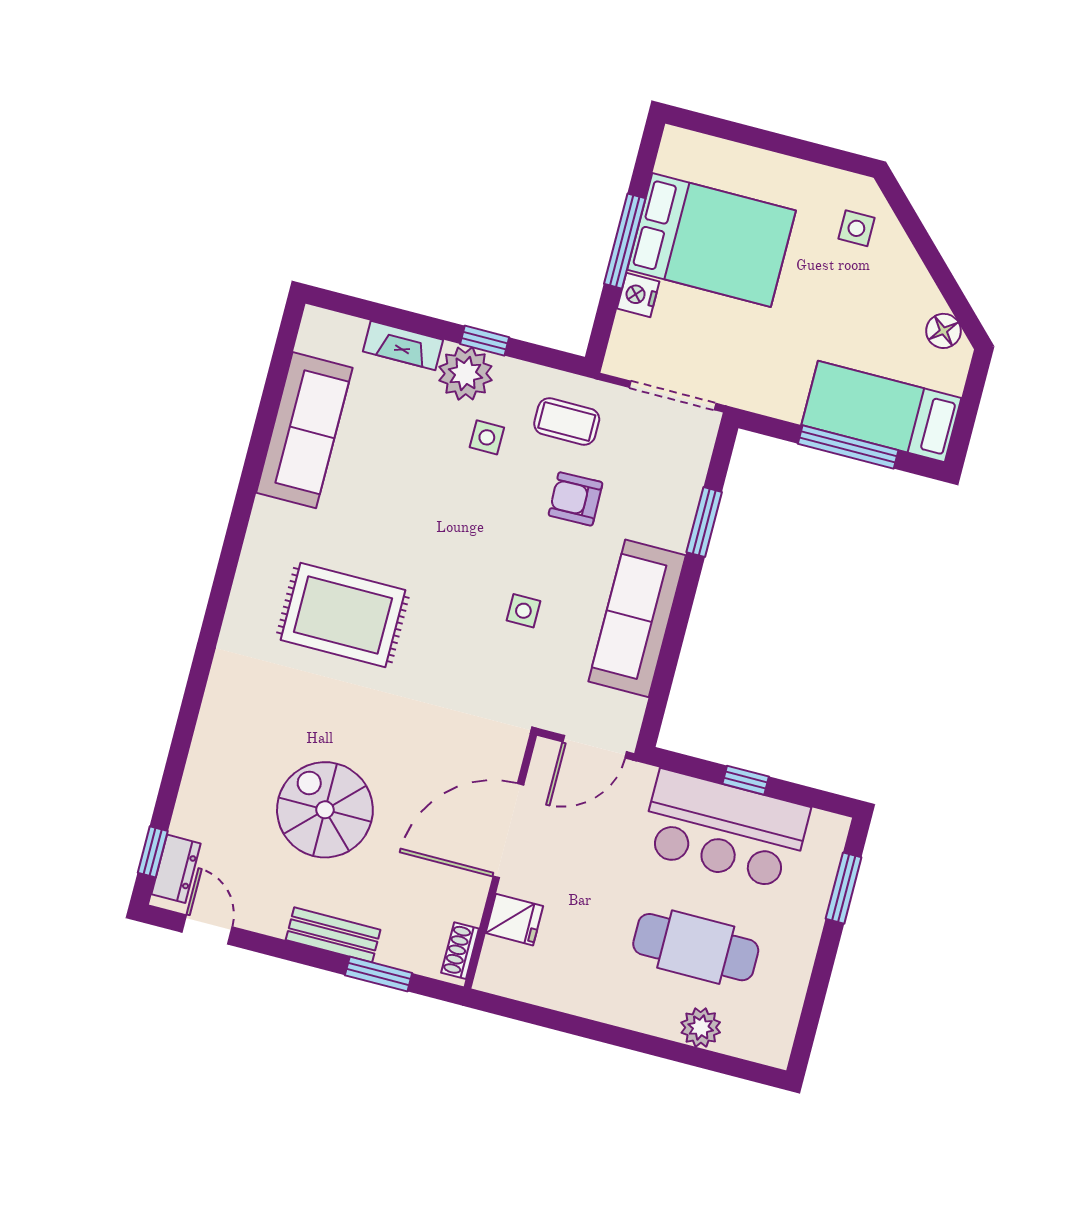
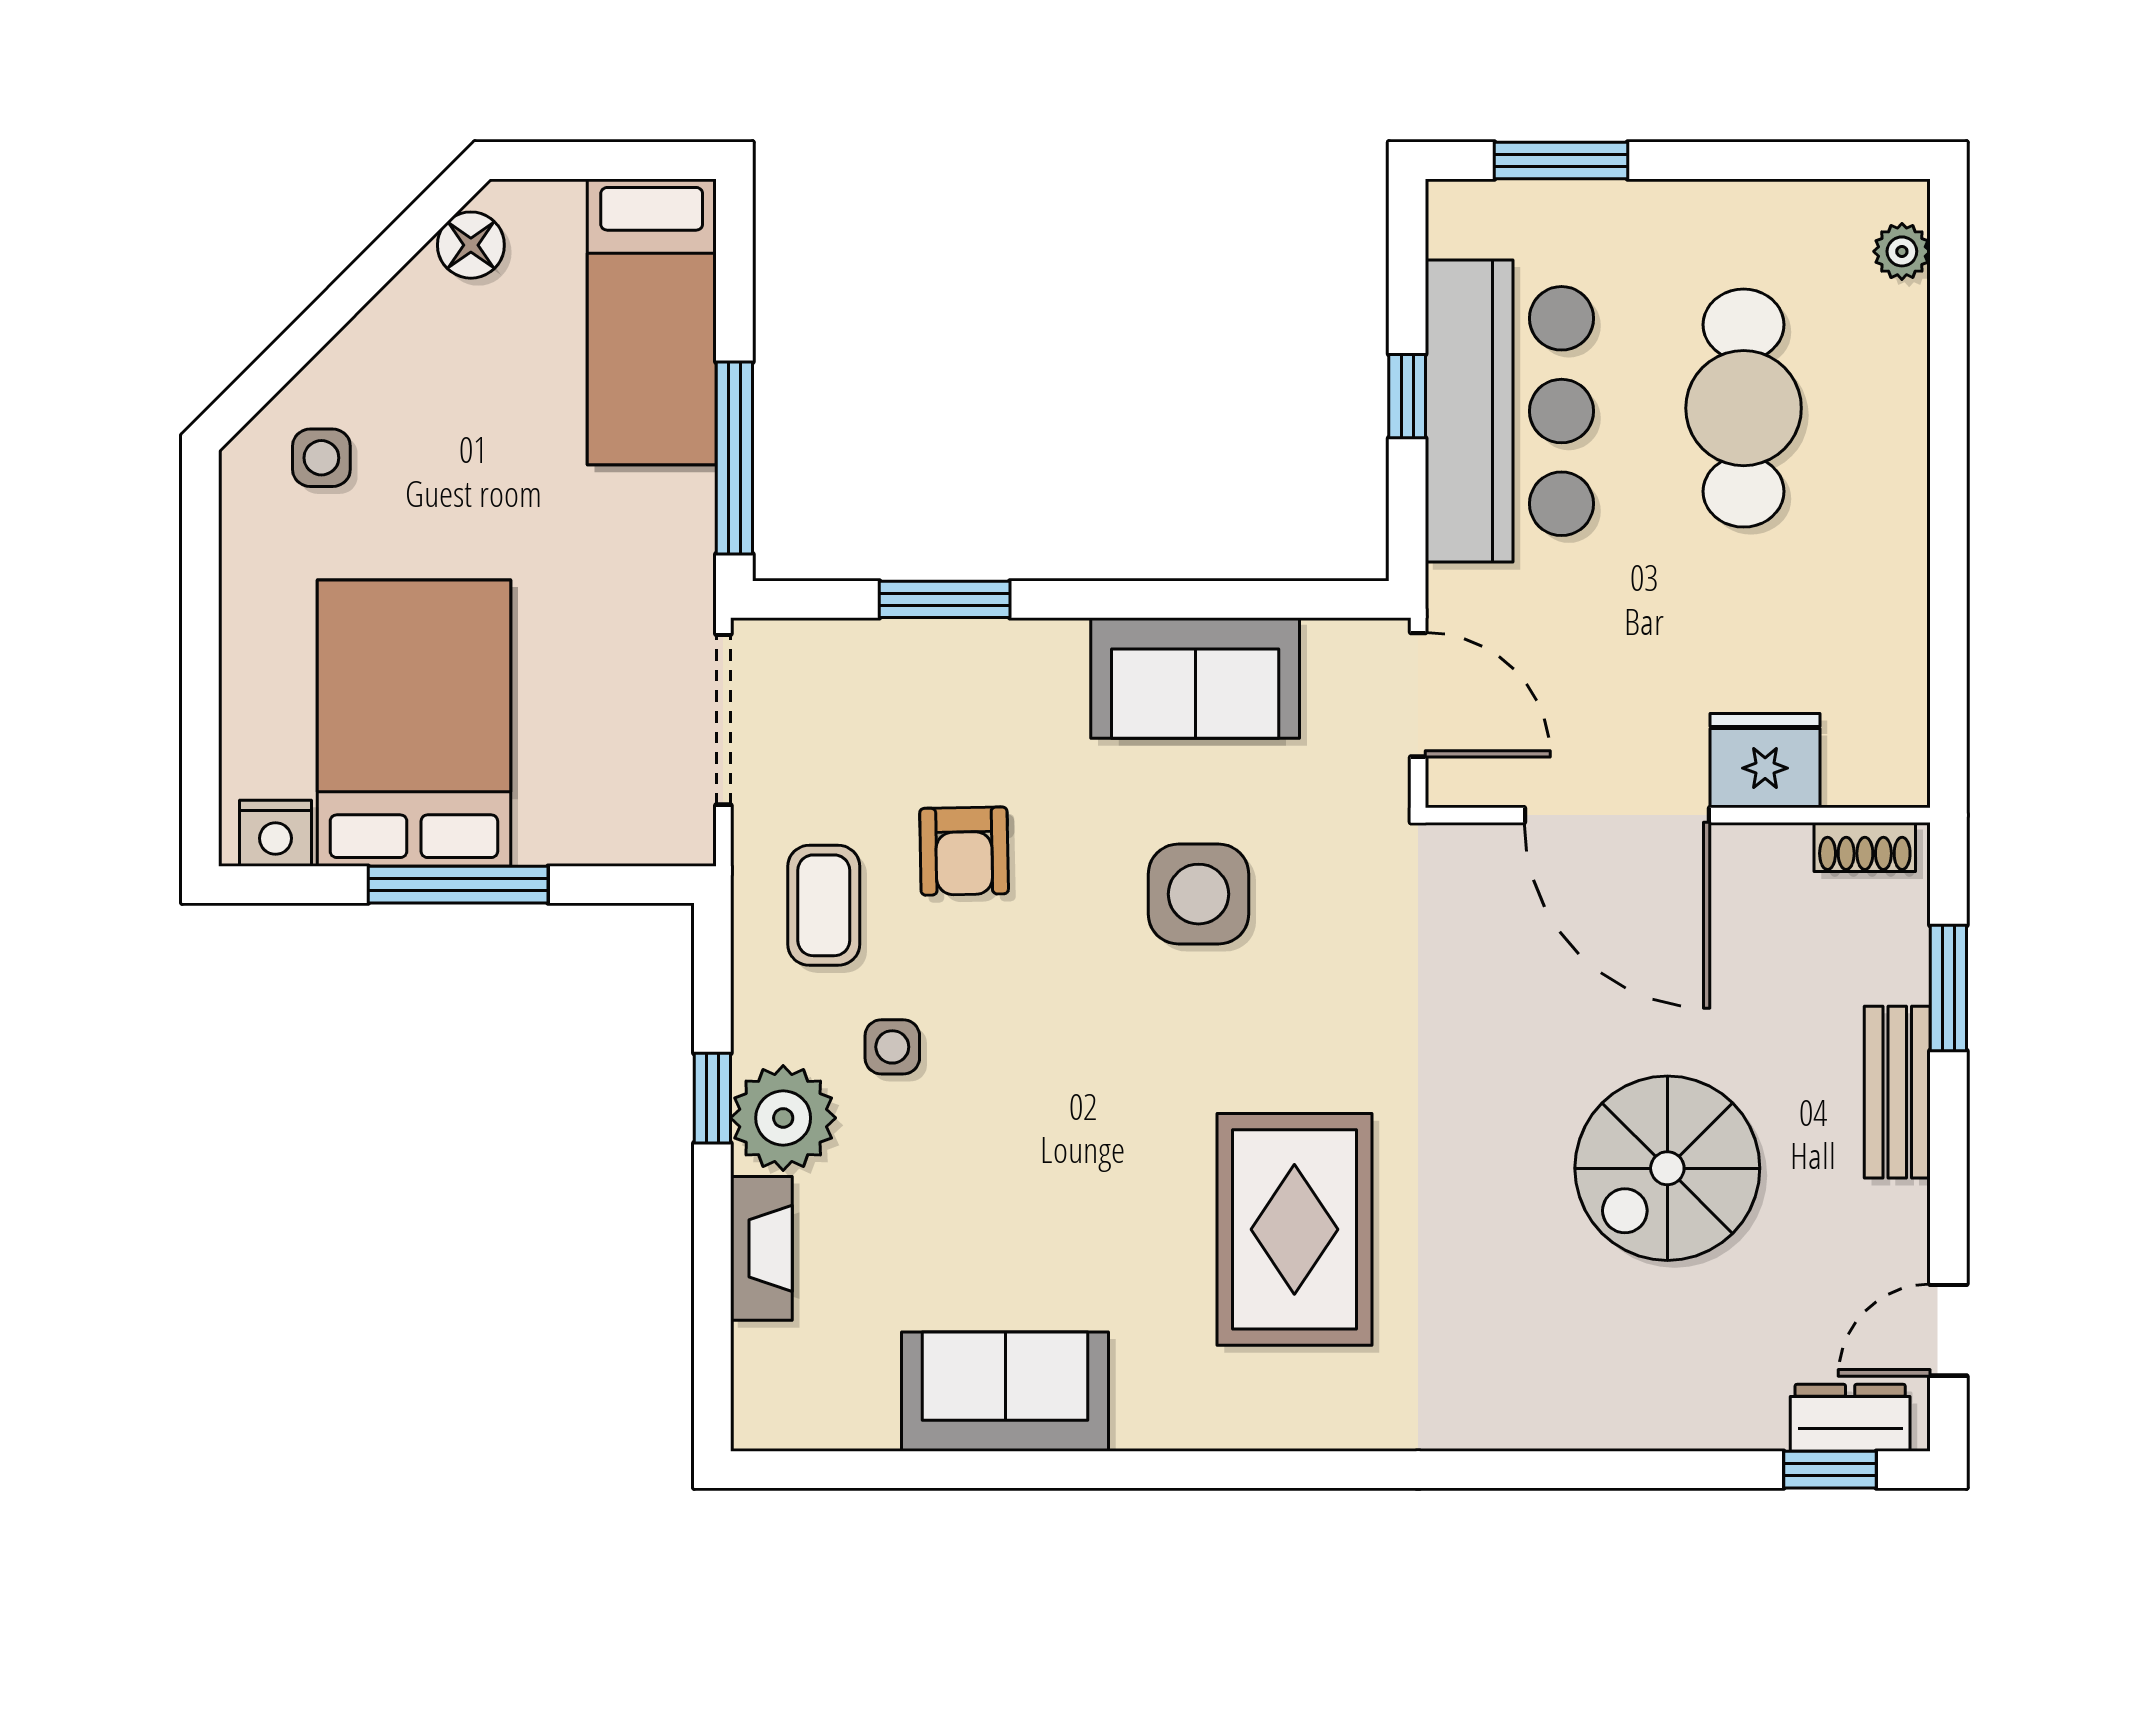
nightstand: (638, 295) -> (275, 833), moved
sofa: (304, 430) -> (1005, 1392), width x0.73
window: (848, 447) -> (734, 458), moved
side table: (523, 611) -> (1199, 894), width x1.87, depth x1.87
sofa: (637, 618) -> (1195, 678), width x0.73
fridge: (514, 920) -> (1765, 761), width x1.38
plant: (701, 1027) -> (1902, 251), moved, width x0.73, depth x0.73

